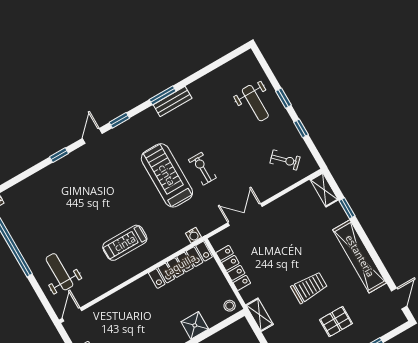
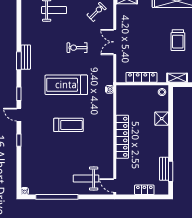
exercise bike: (202, 169) -> (77, 48), moved
double door: (245, 215) -> (115, 42), moved
treadmill: (125, 243) -> (69, 125), moved, turned -90
locker: (180, 265) -> (122, 137), moved
trolley: (309, 287) -> (178, 40), turned 180

